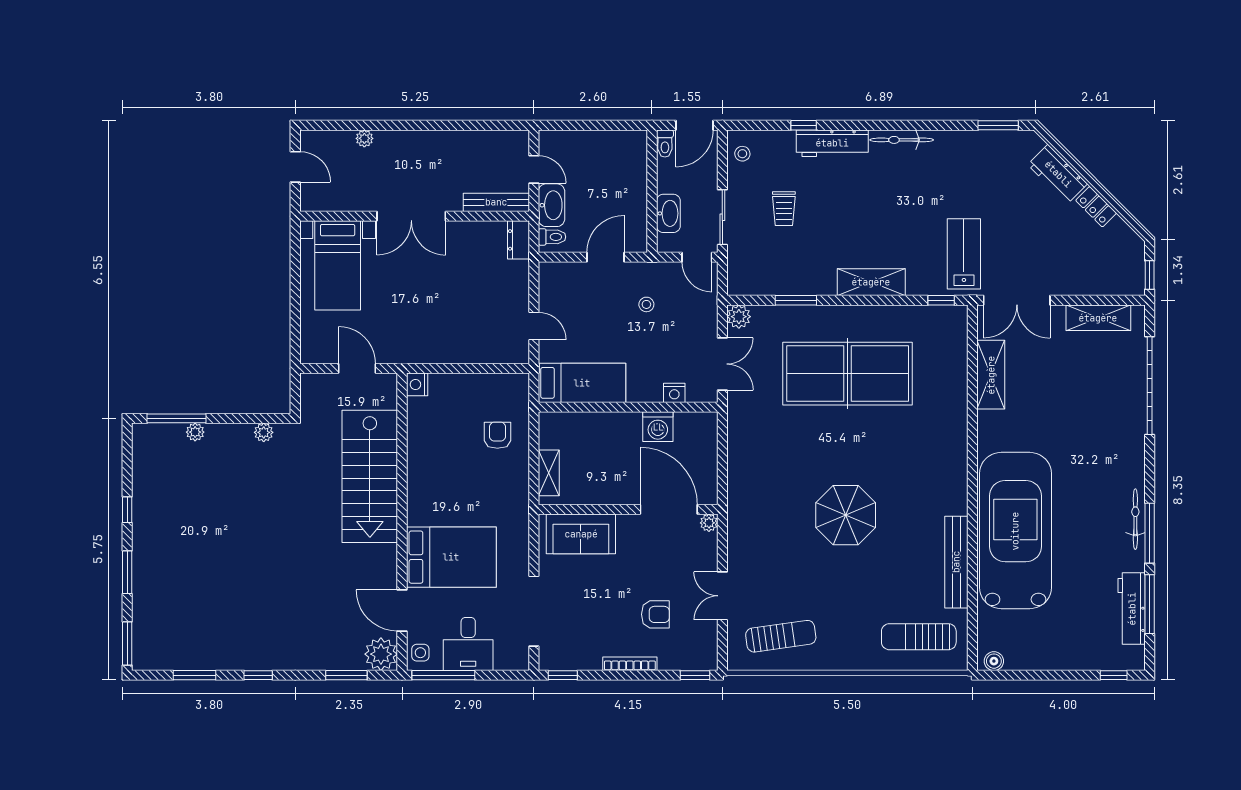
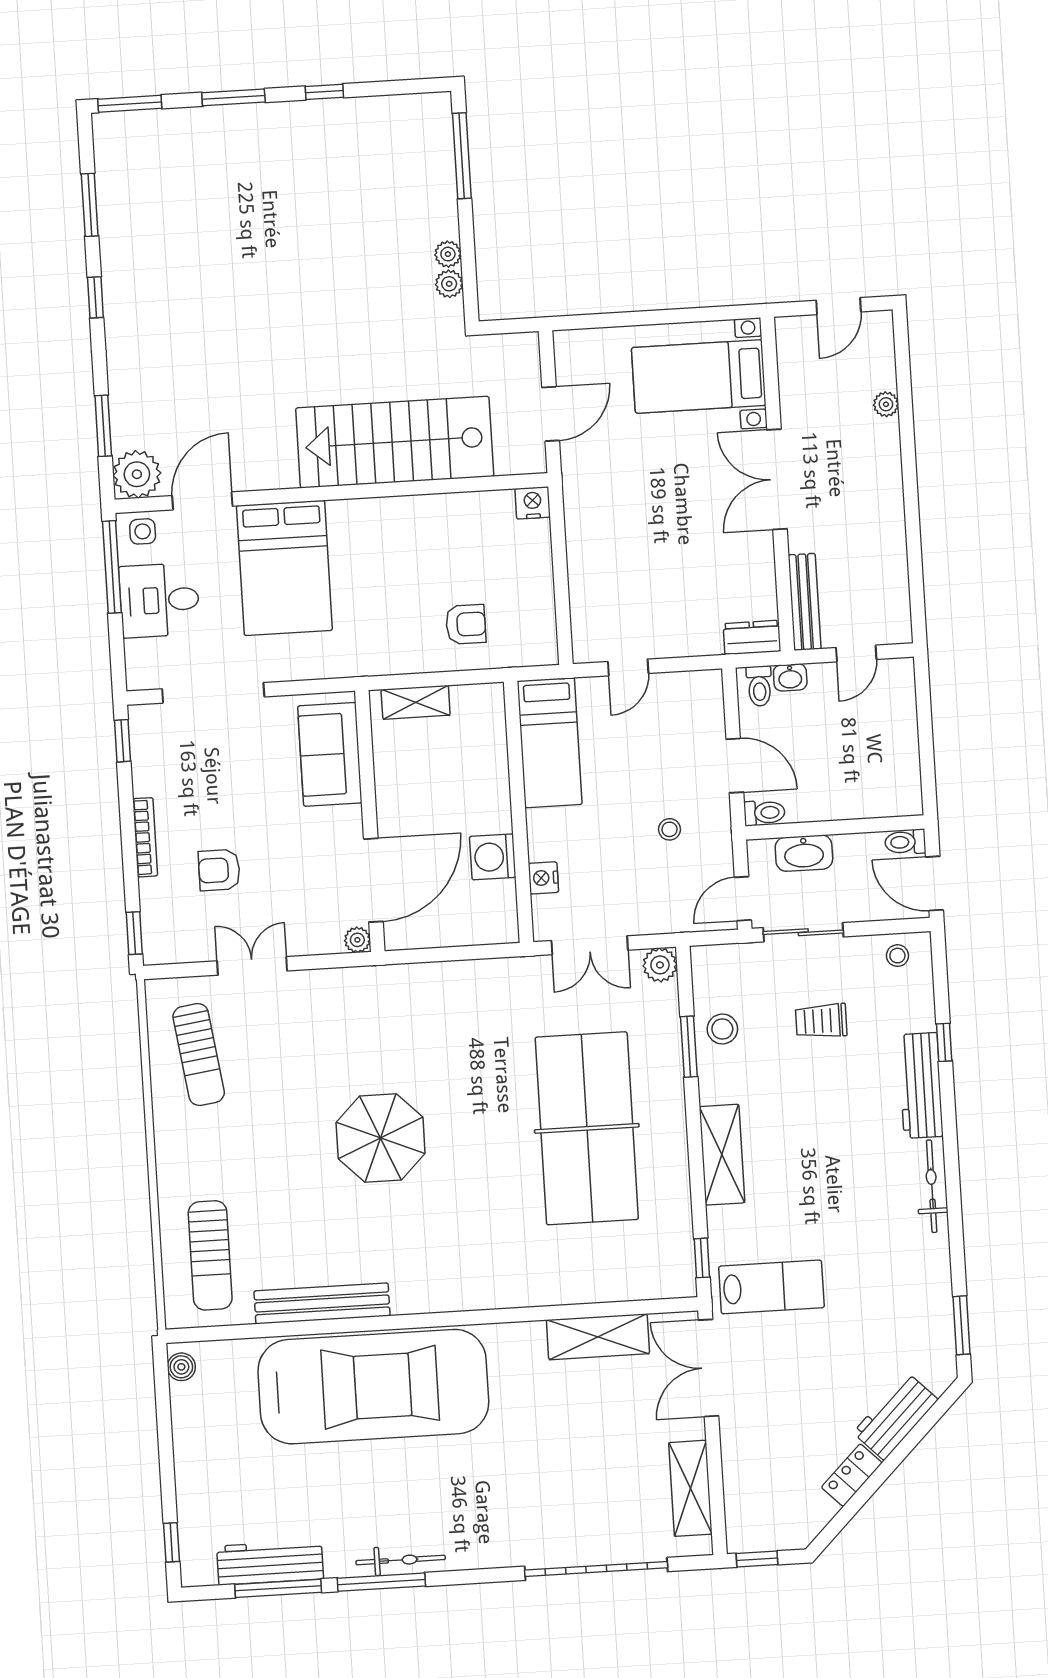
washbasin: (551, 205) -> (790, 677), width x0.52, depth x0.69
toilet: (639, 239) -> (764, 813), added
stool: (785, 277) -> (722, 1029), added
plant: (195, 432) -> (448, 254), moved
armchair: (655, 614) -> (219, 870), turned 90
sun lounger: (919, 637) -> (210, 1255), turned 180

